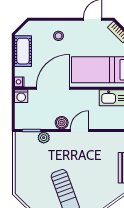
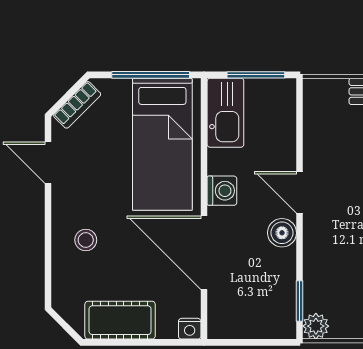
washing machine: (21, 96) -> (222, 191), moved
plant: (44, 138) -> (316, 326), moved

